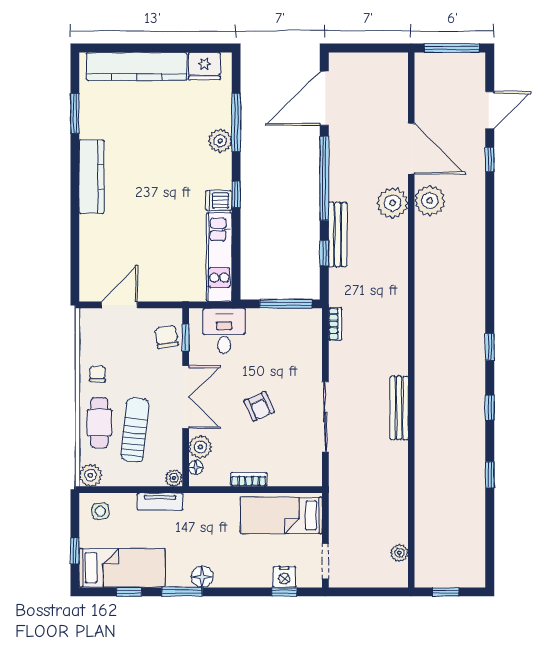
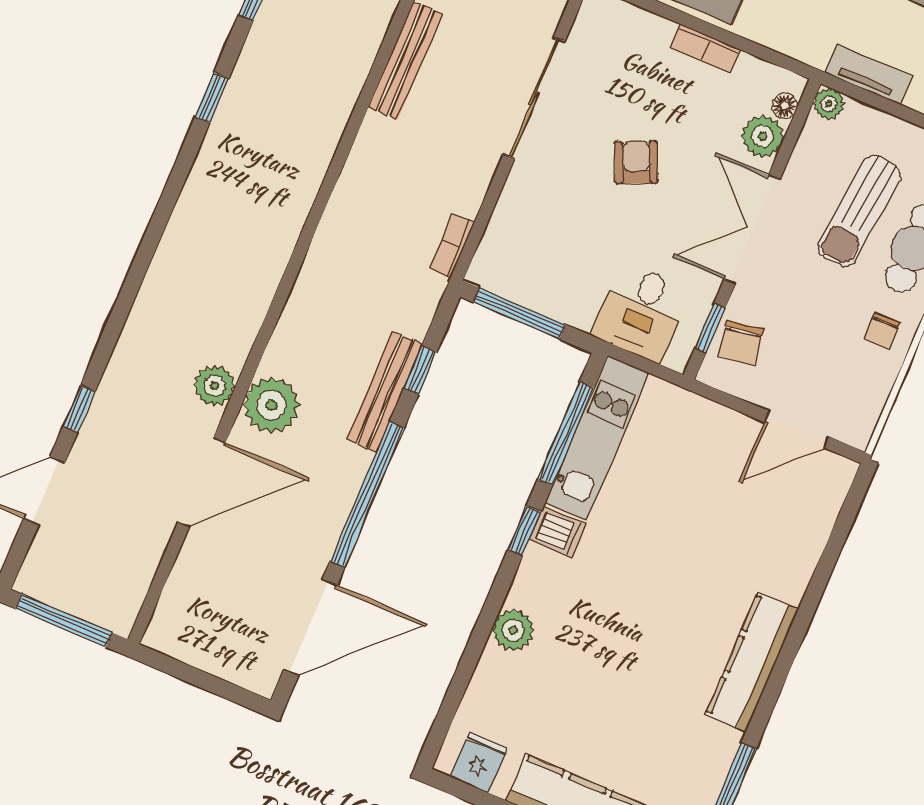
fridge: (204, 66) -> (479, 762), width x0.72
window: (236, 122) -> (566, 433), moved
door: (411, 149) -> (202, 482), swing flipped
plant: (430, 201) -> (214, 386), width x0.73, depth x0.73

